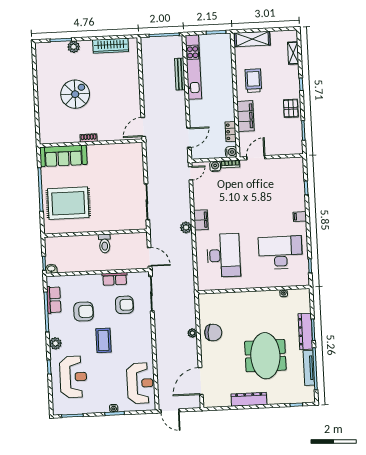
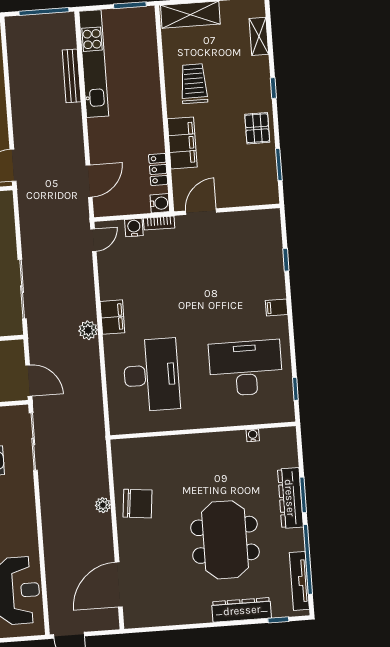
tv unit: (309, 368) -> (299, 581), moved
dresser: (249, 399) -> (242, 610), moved

